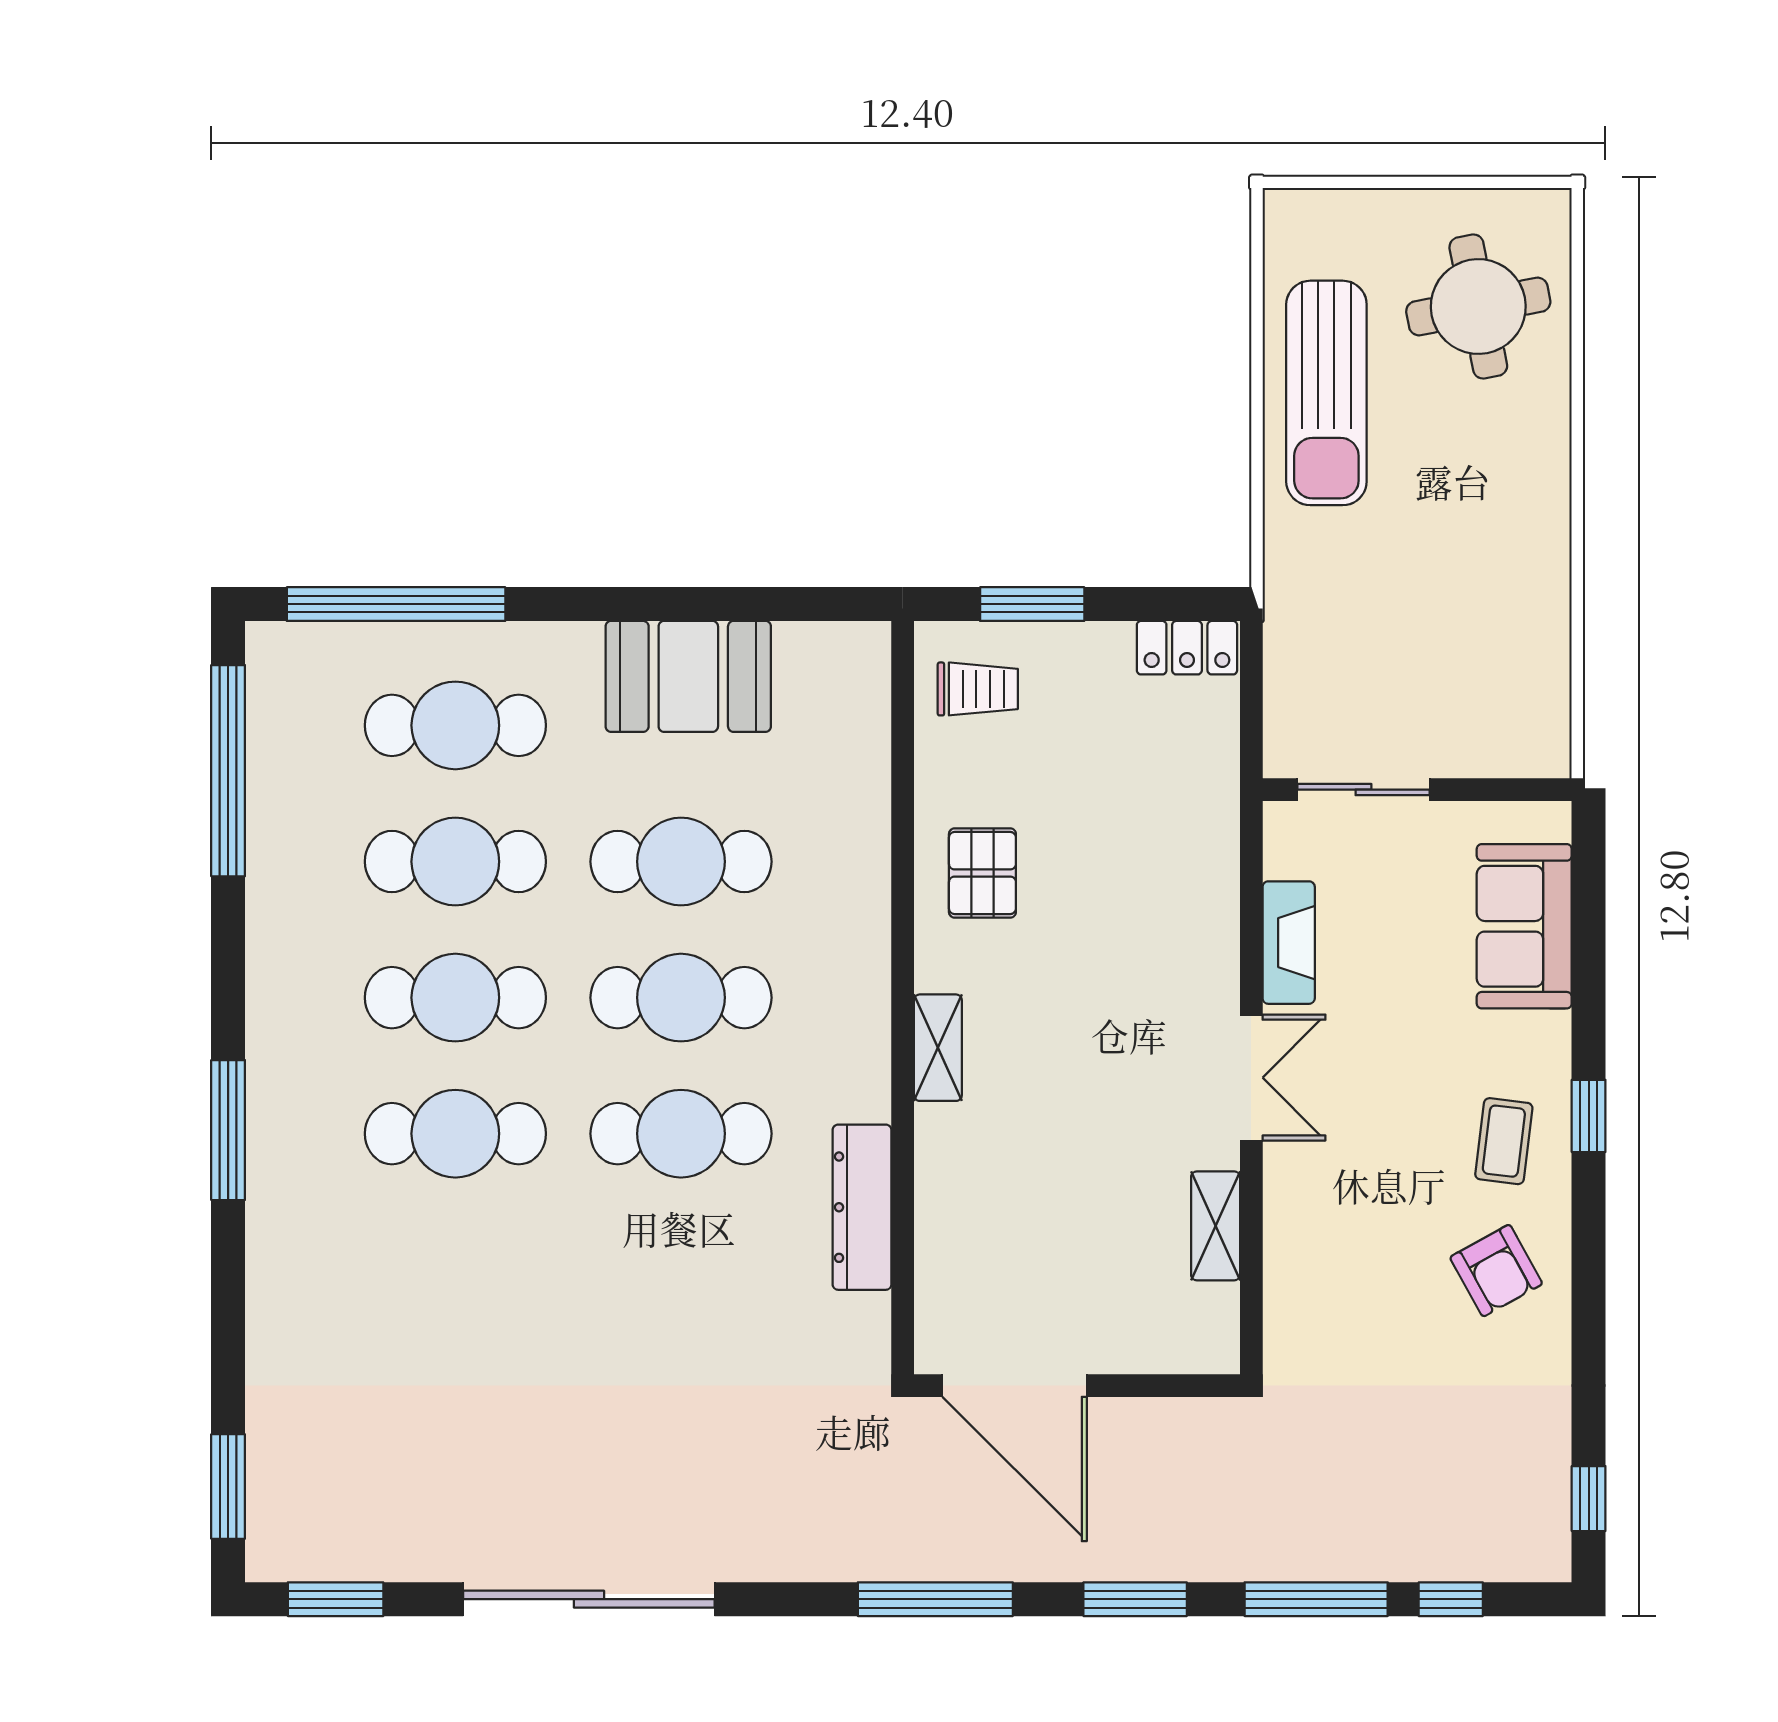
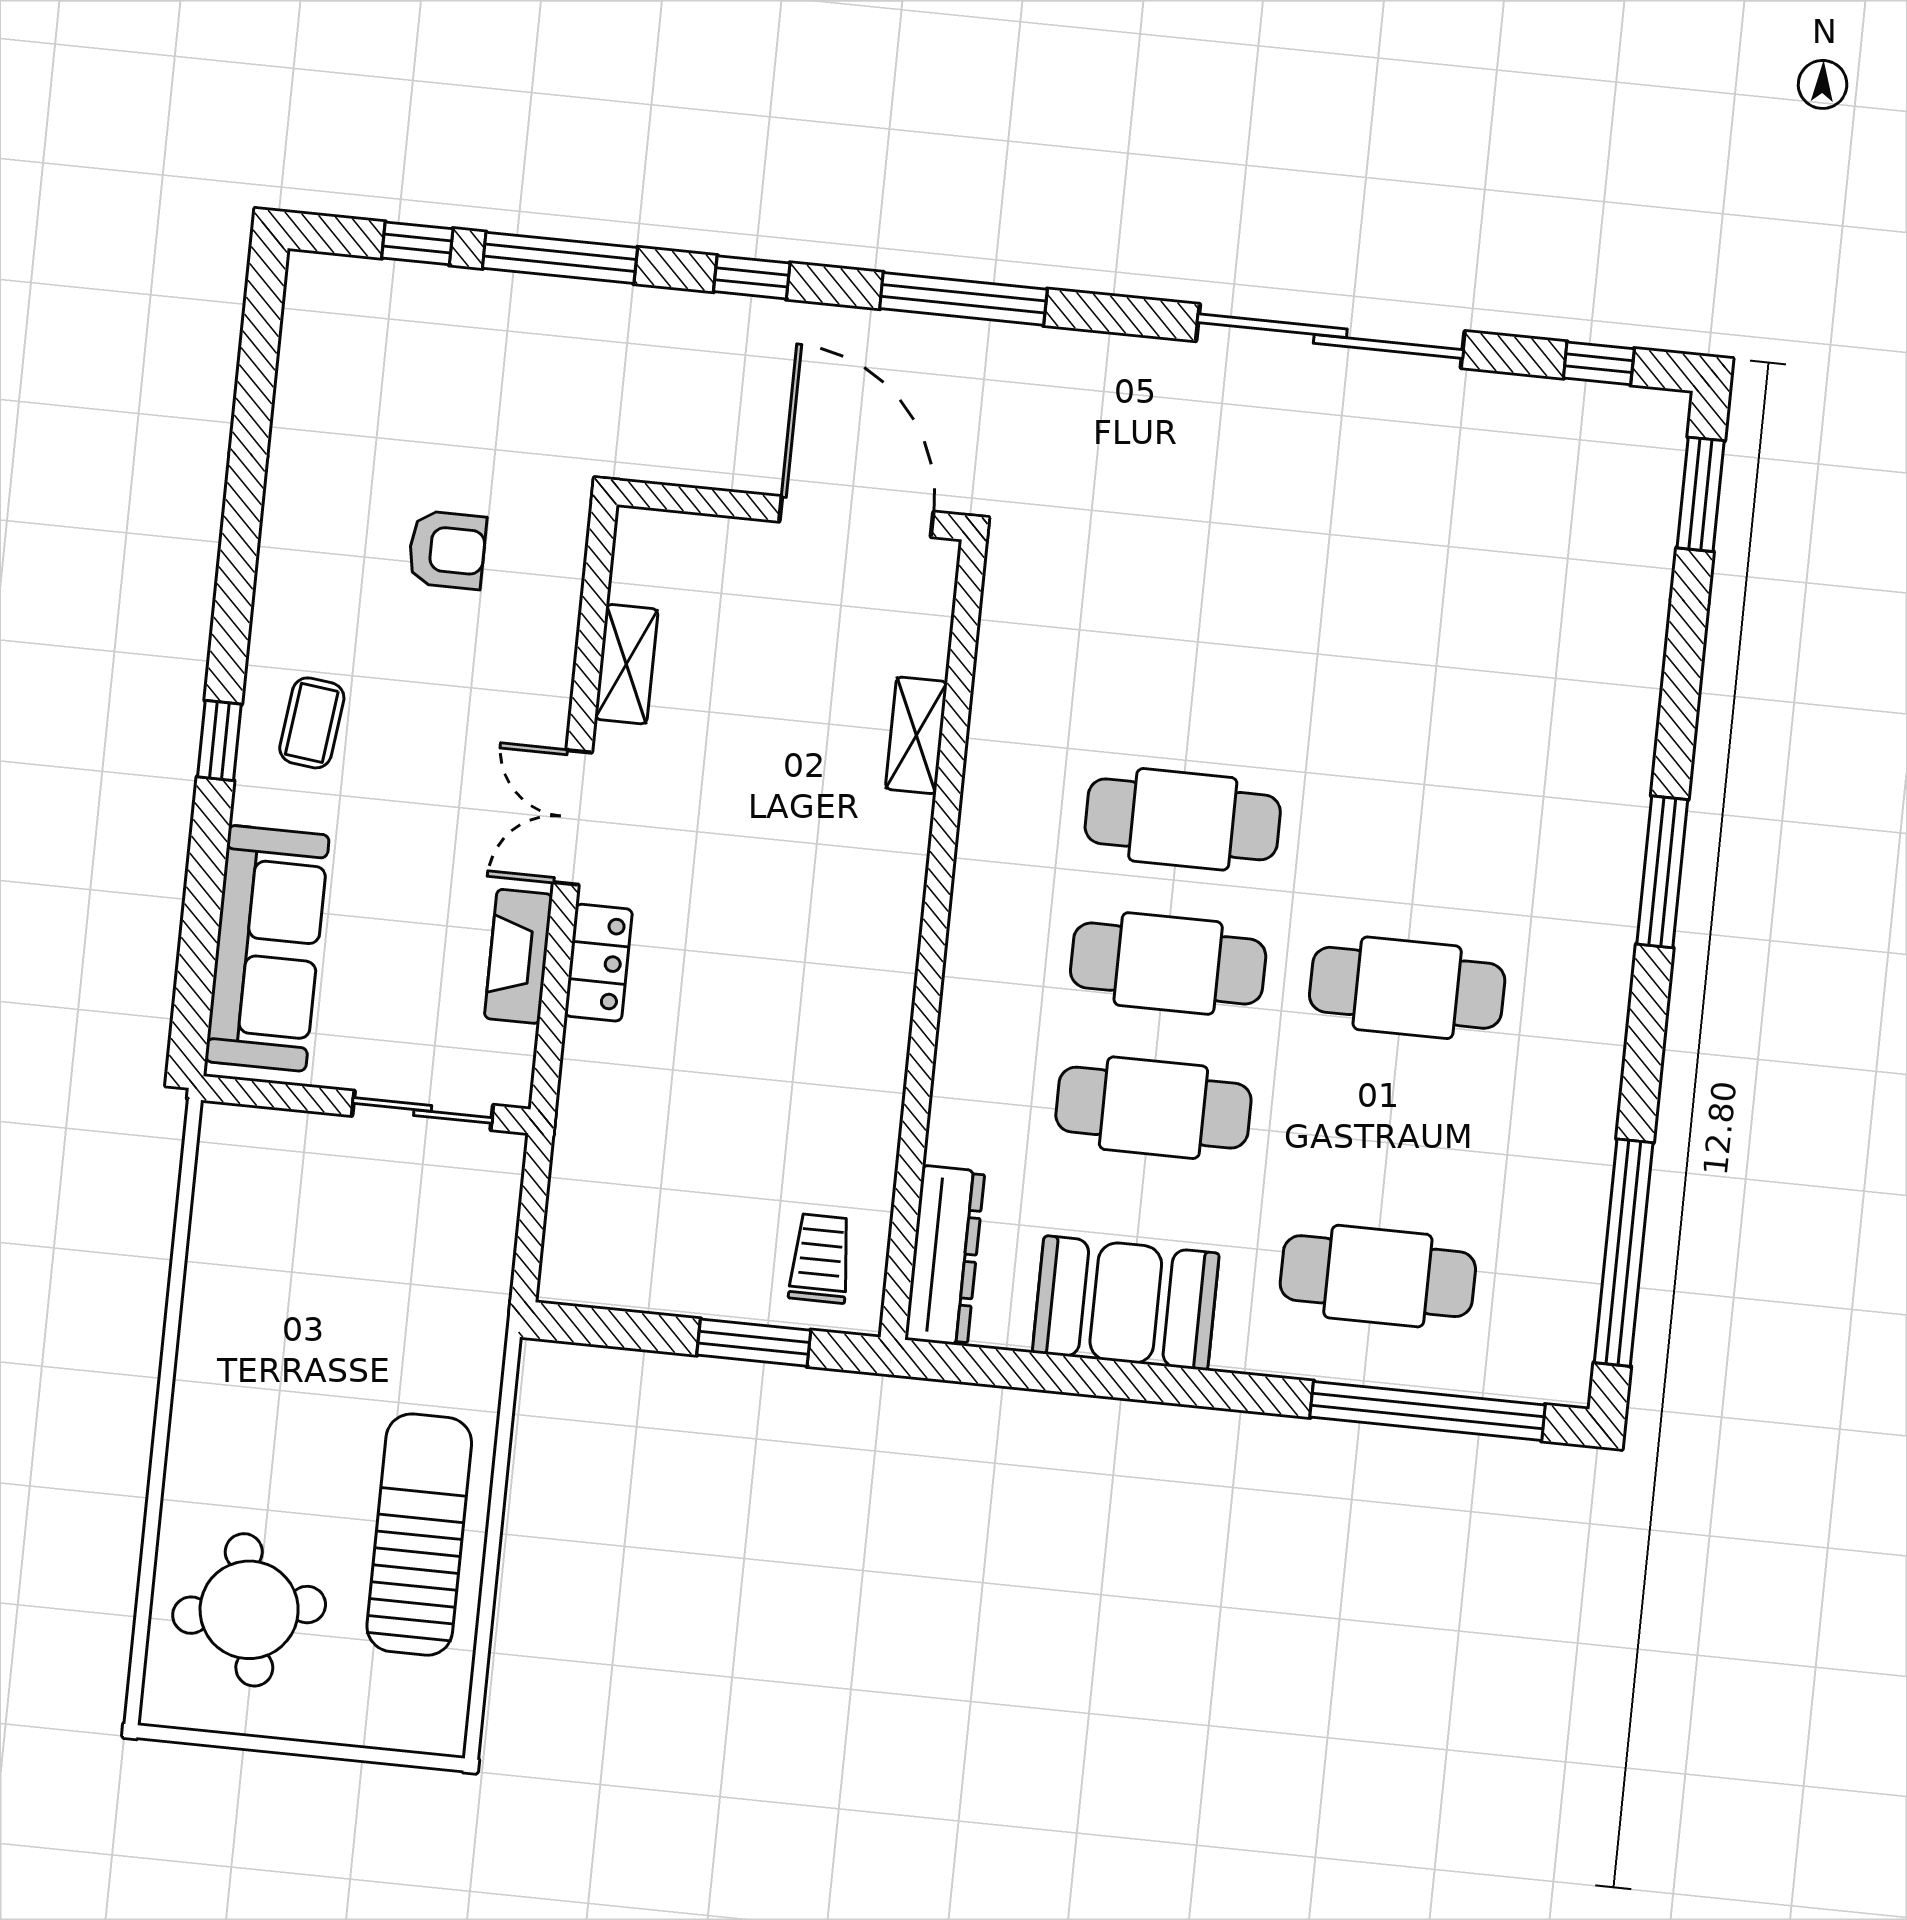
locker: (1187, 648) -> (599, 963), moved, turned 90
trolley: (978, 689) -> (821, 1258), turned 90
cafe table: (455, 862) -> (1392, 1132), removed
pallet: (982, 873) -> (835, 1063), removed
sofa: (1524, 926) -> (267, 948), width x1.36
shelving: (938, 1048) -> (916, 735), moved
cafe table: (455, 1134) -> (1422, 844), removed
dresser: (862, 1207) -> (945, 1256), moved
armchair: (1496, 1271) -> (447, 550), moved, turned 119
window: (1589, 1499) -> (260, 335), removed
window: (336, 1599) -> (1599, 363), width x0.67
window: (1135, 1599) -> (752, 277), width x0.67

